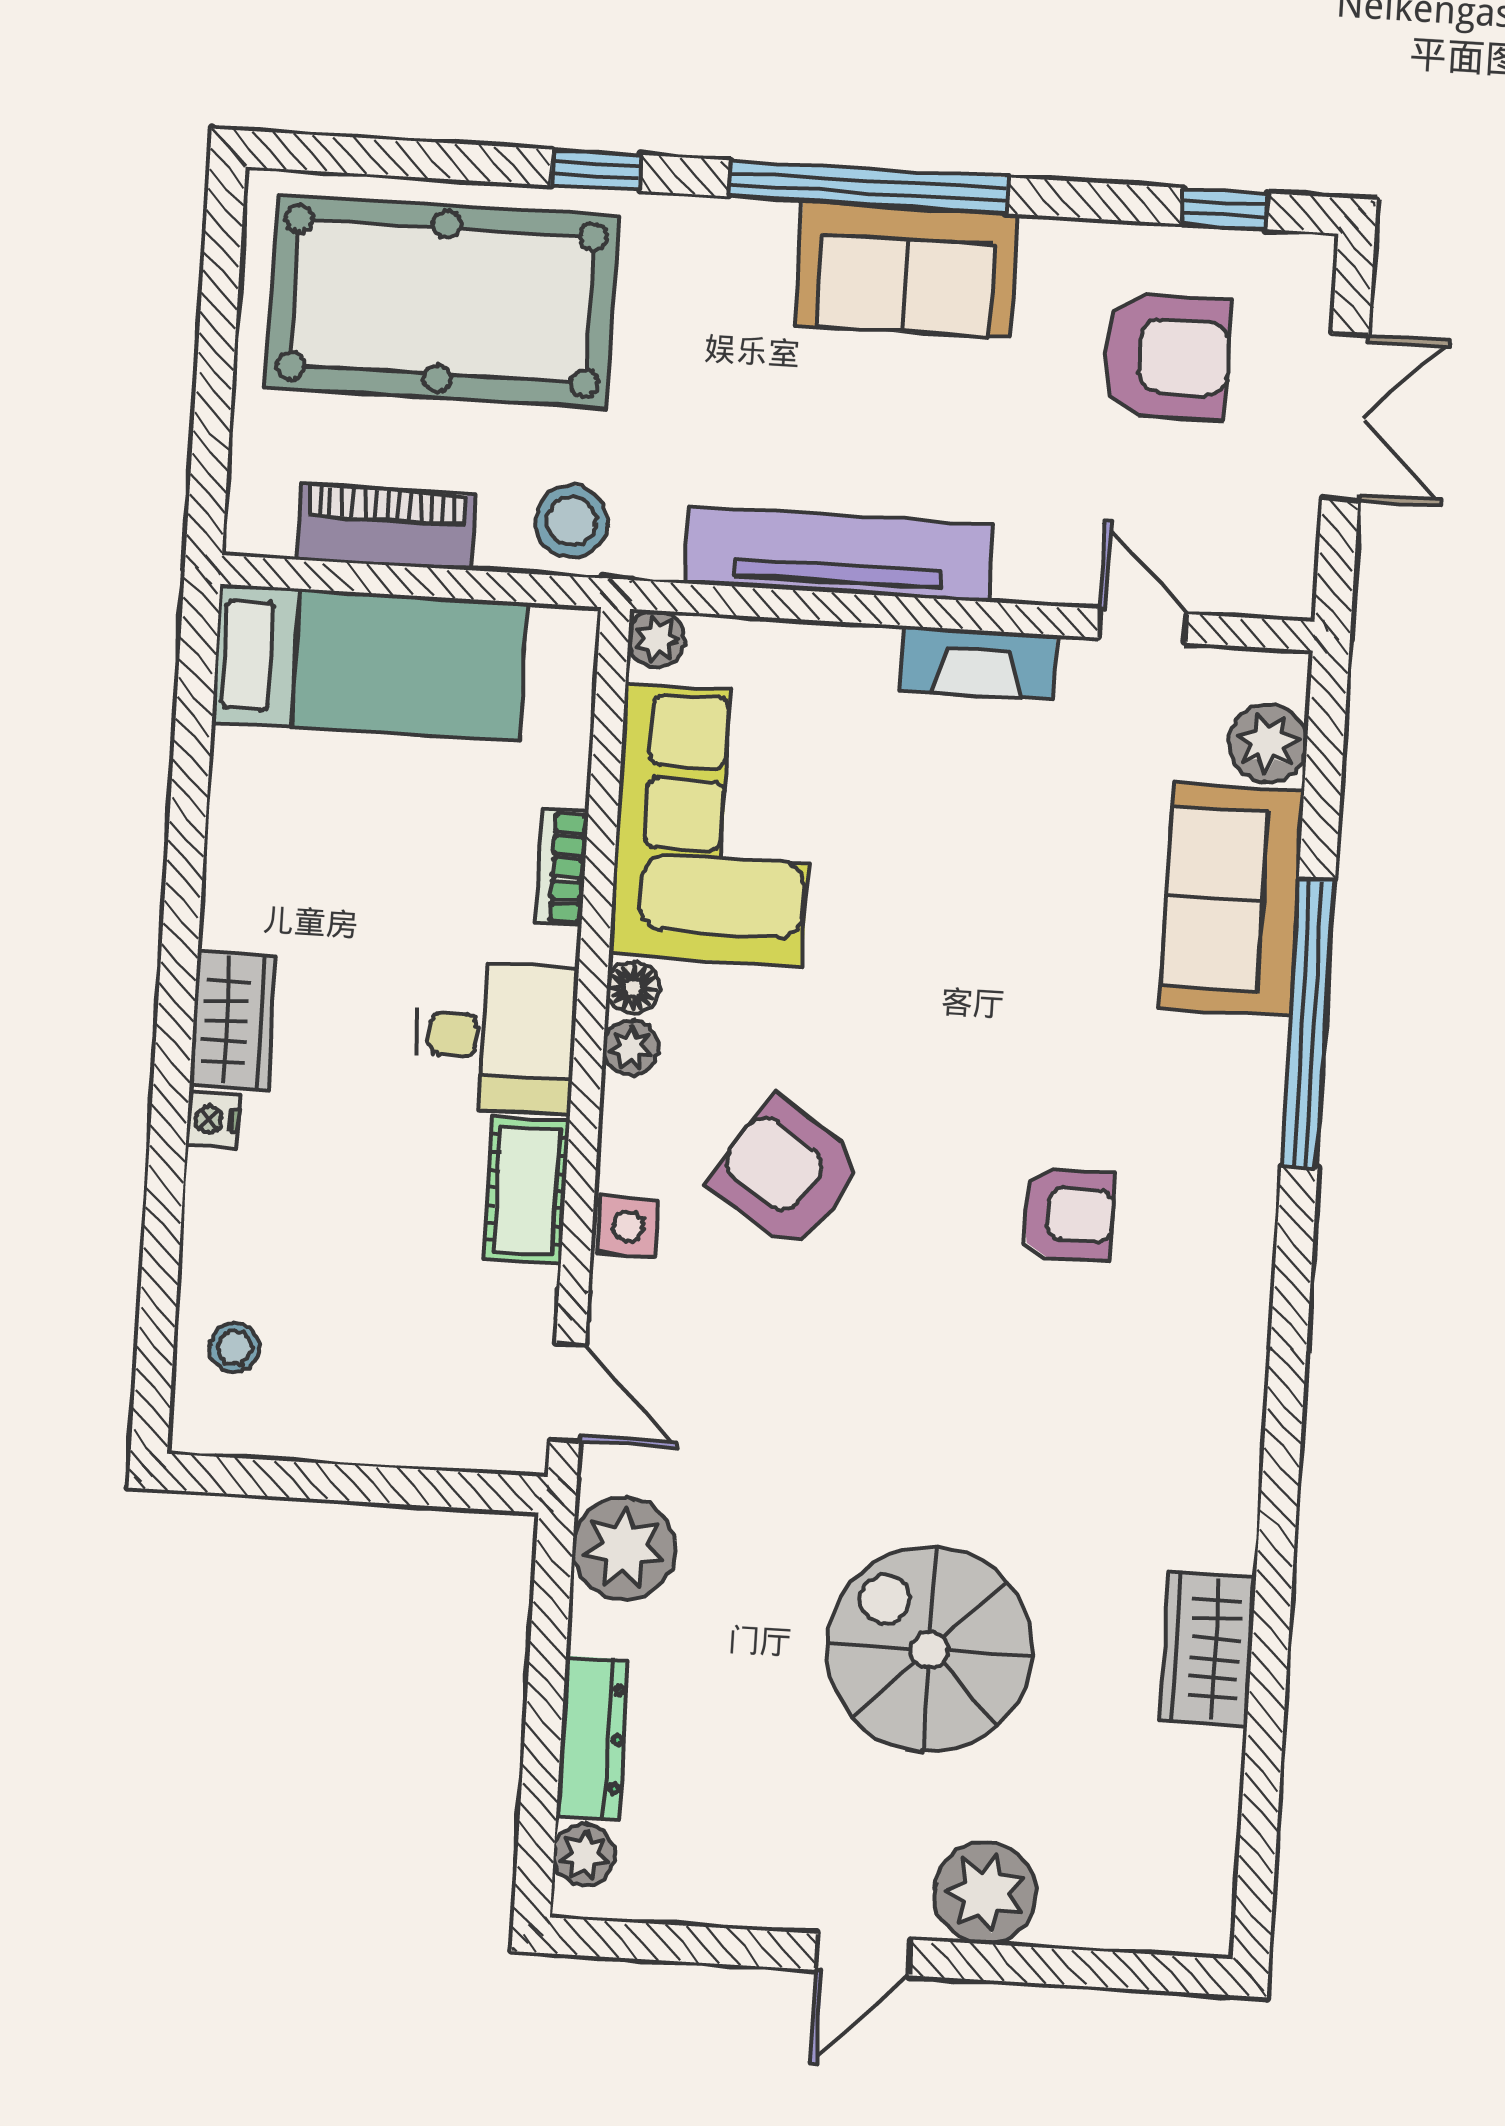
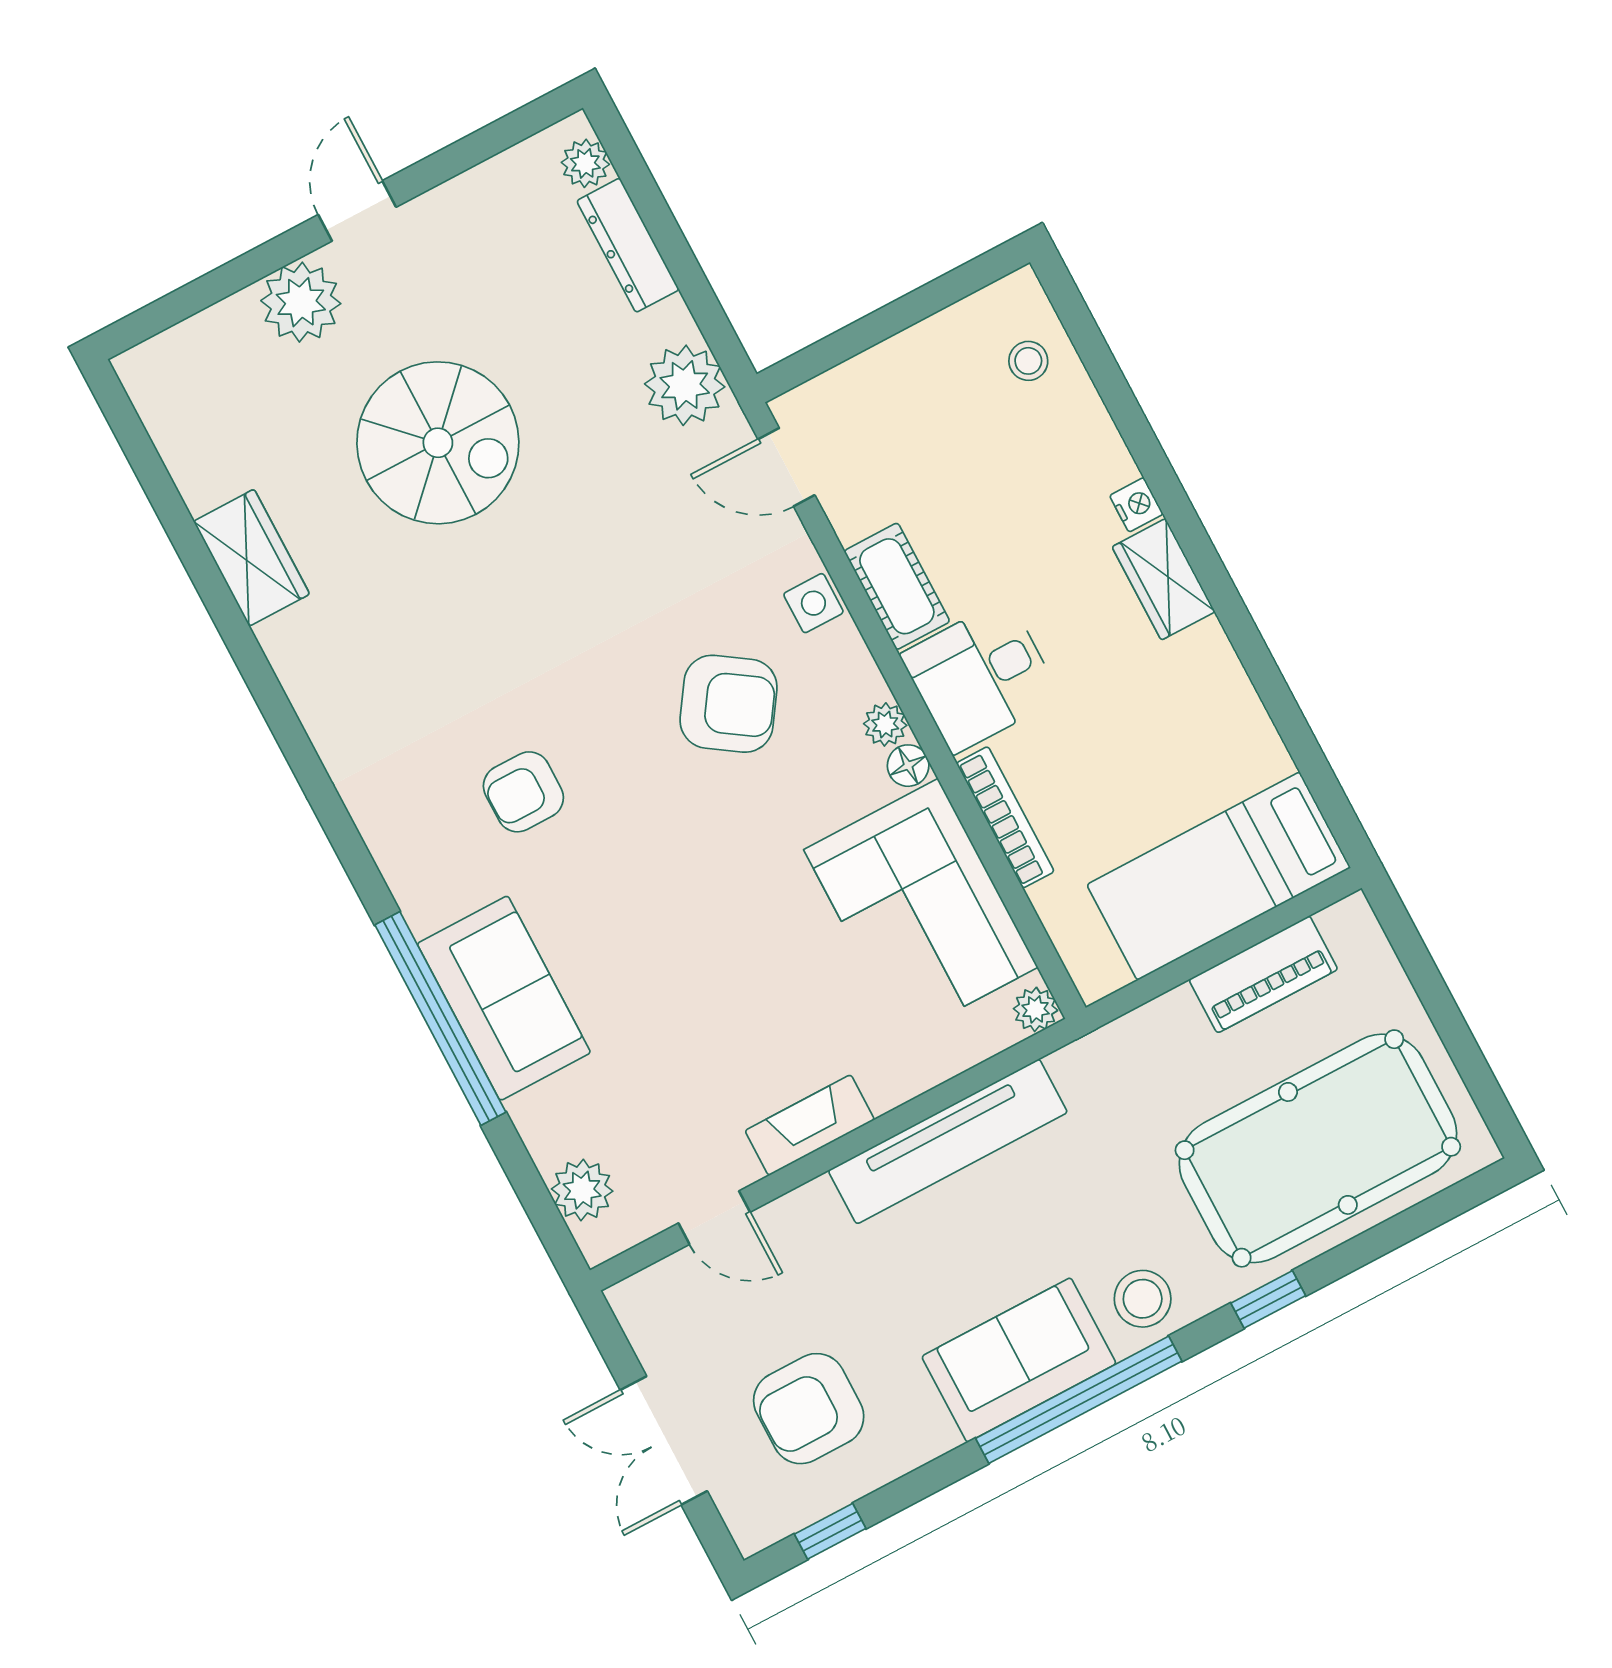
stool: (572, 521) -> (1143, 1299), moved
bookcase: (562, 867) -> (1005, 817), width x1.56
sofa: (1232, 900) -> (504, 998), moved

